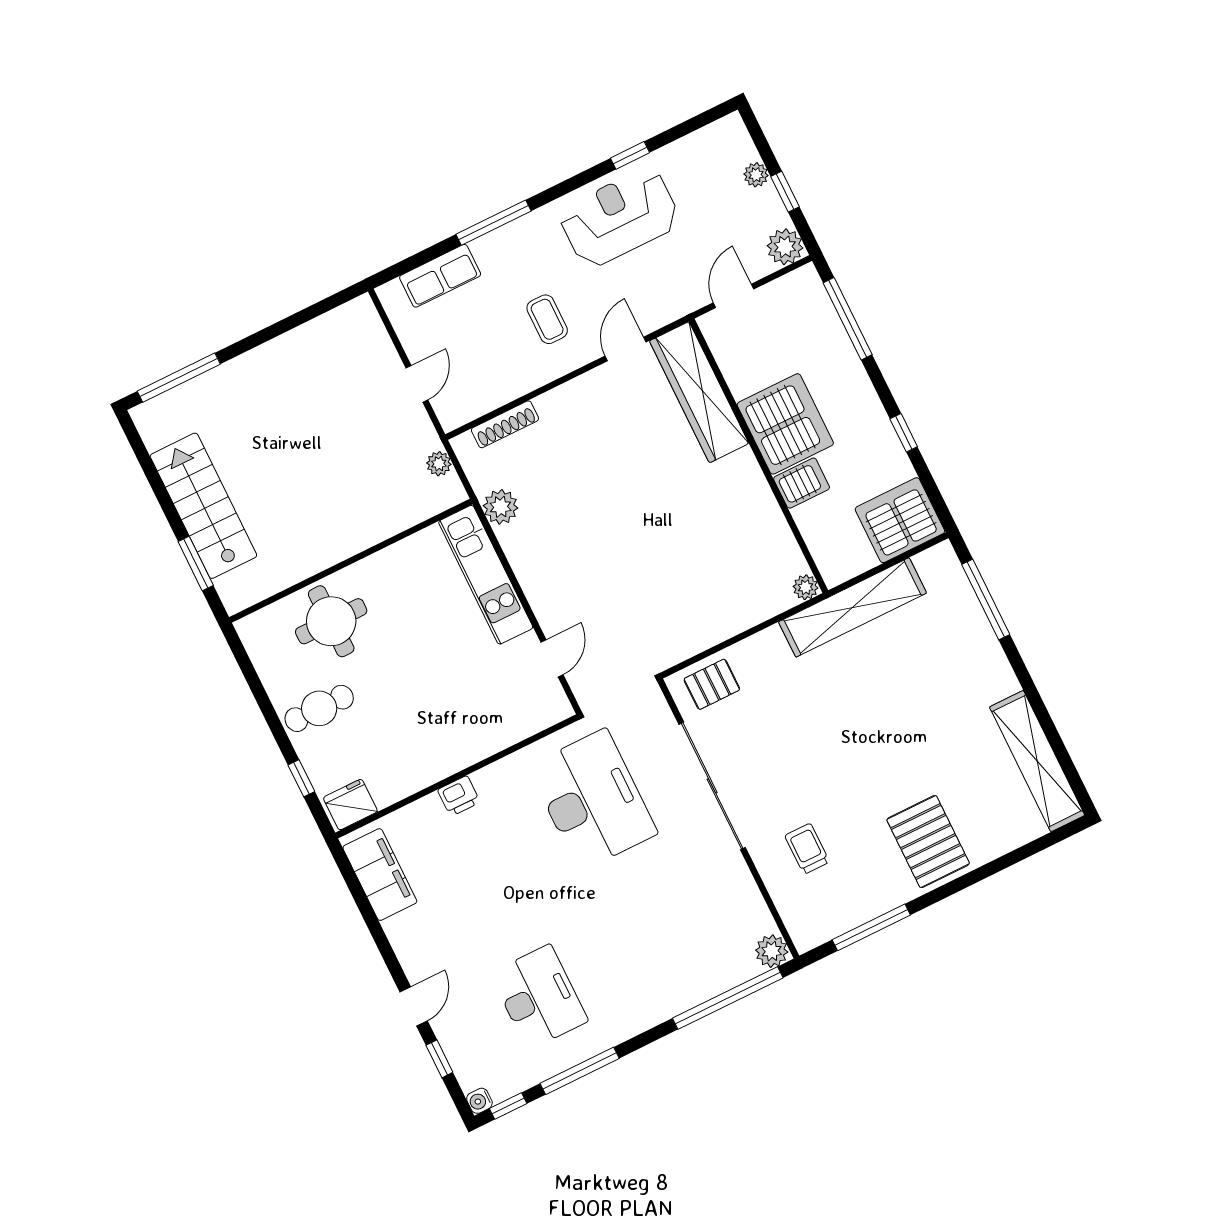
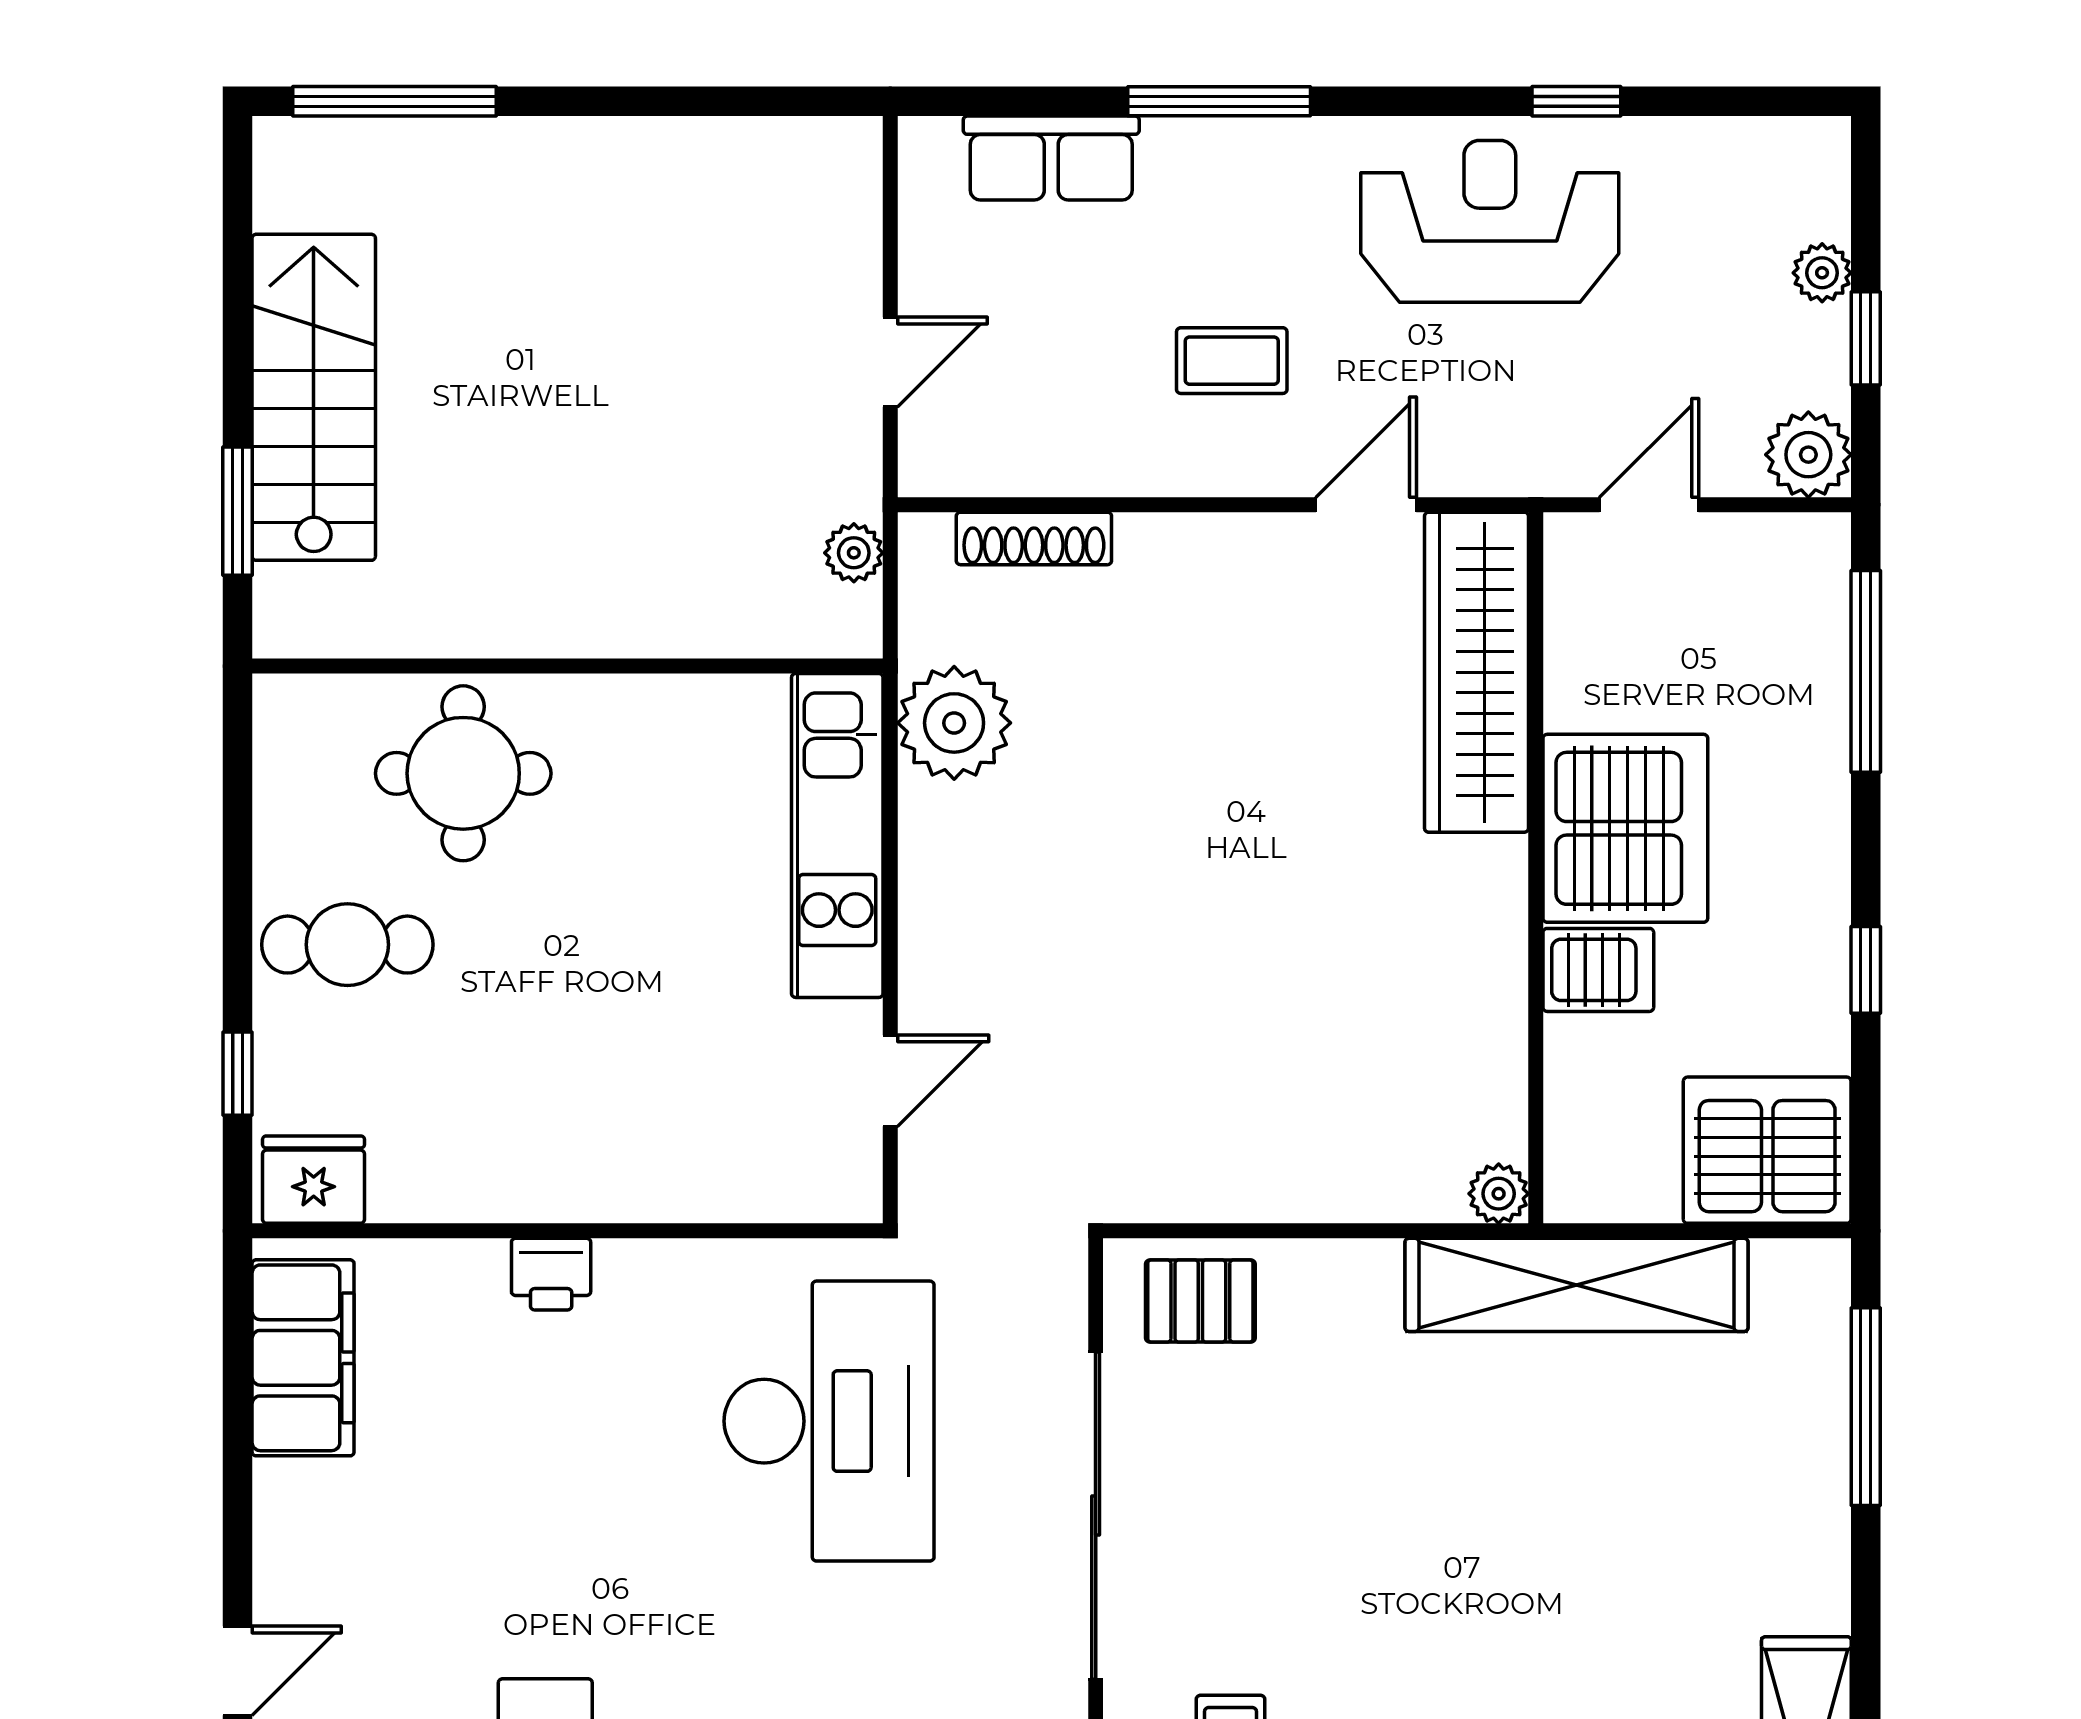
coffee table: (547, 319) -> (1232, 361), turned 90
plant: (501, 507) -> (954, 723), width x1.36, depth x1.36

